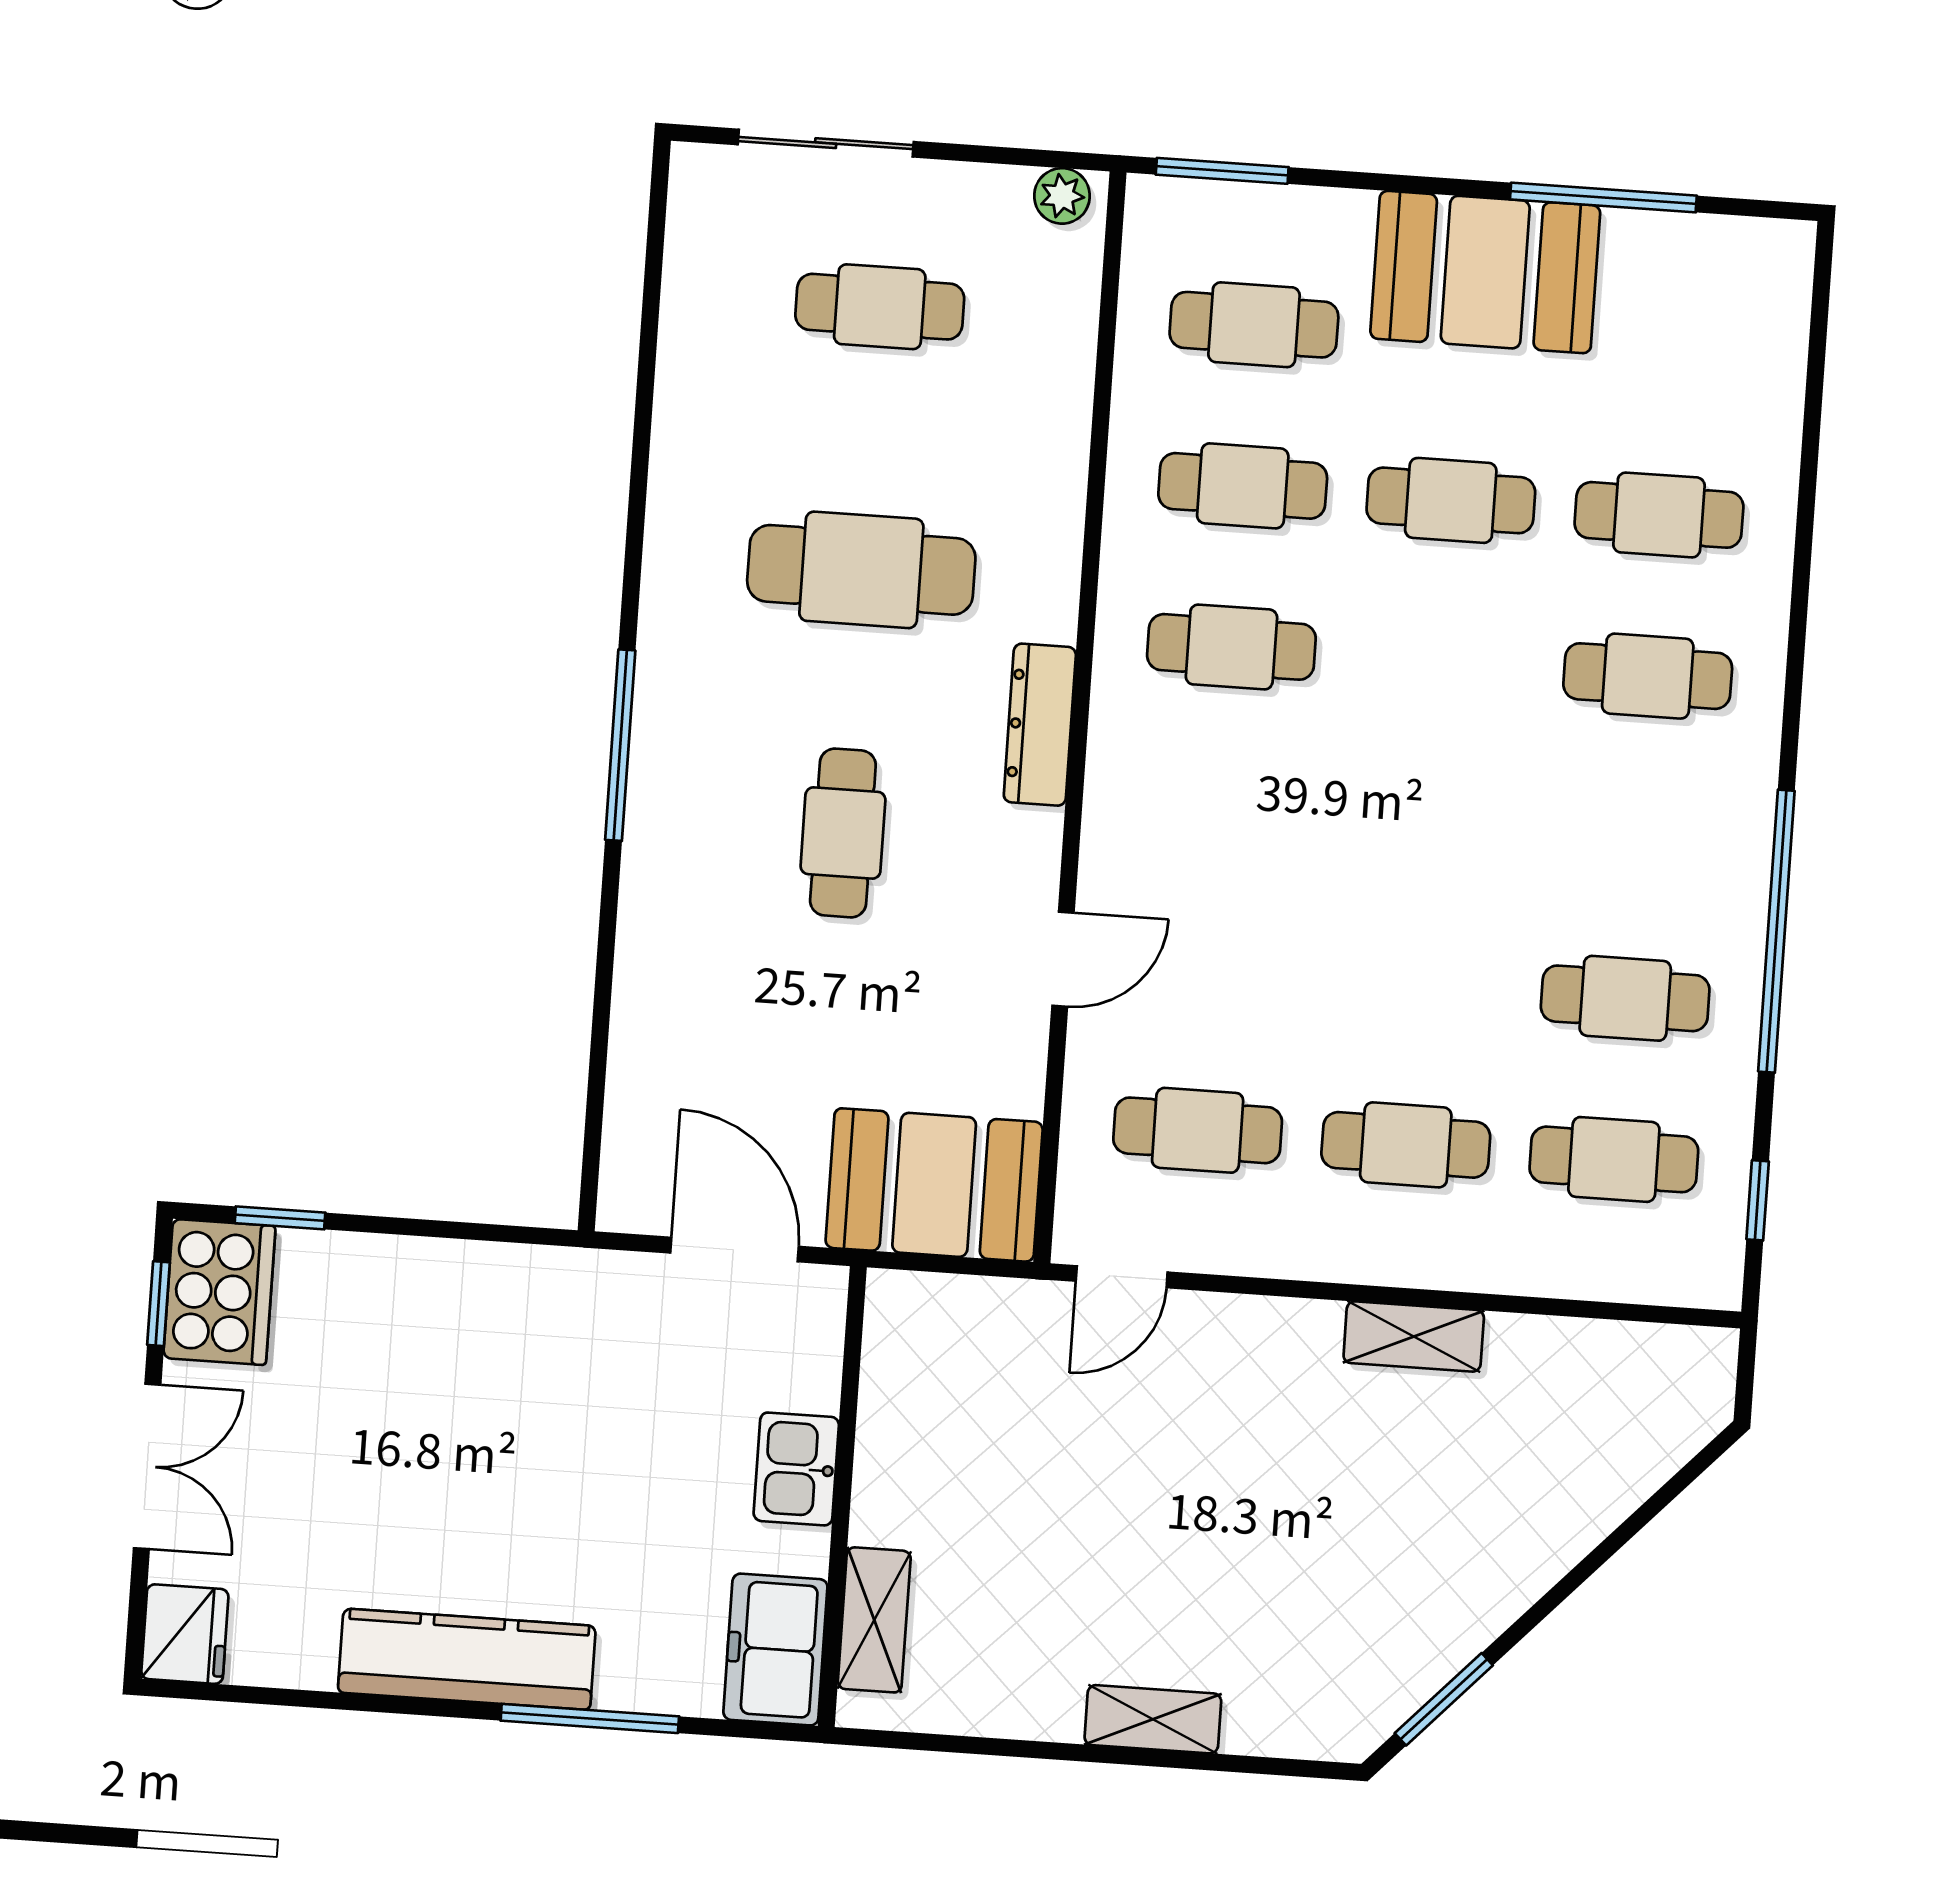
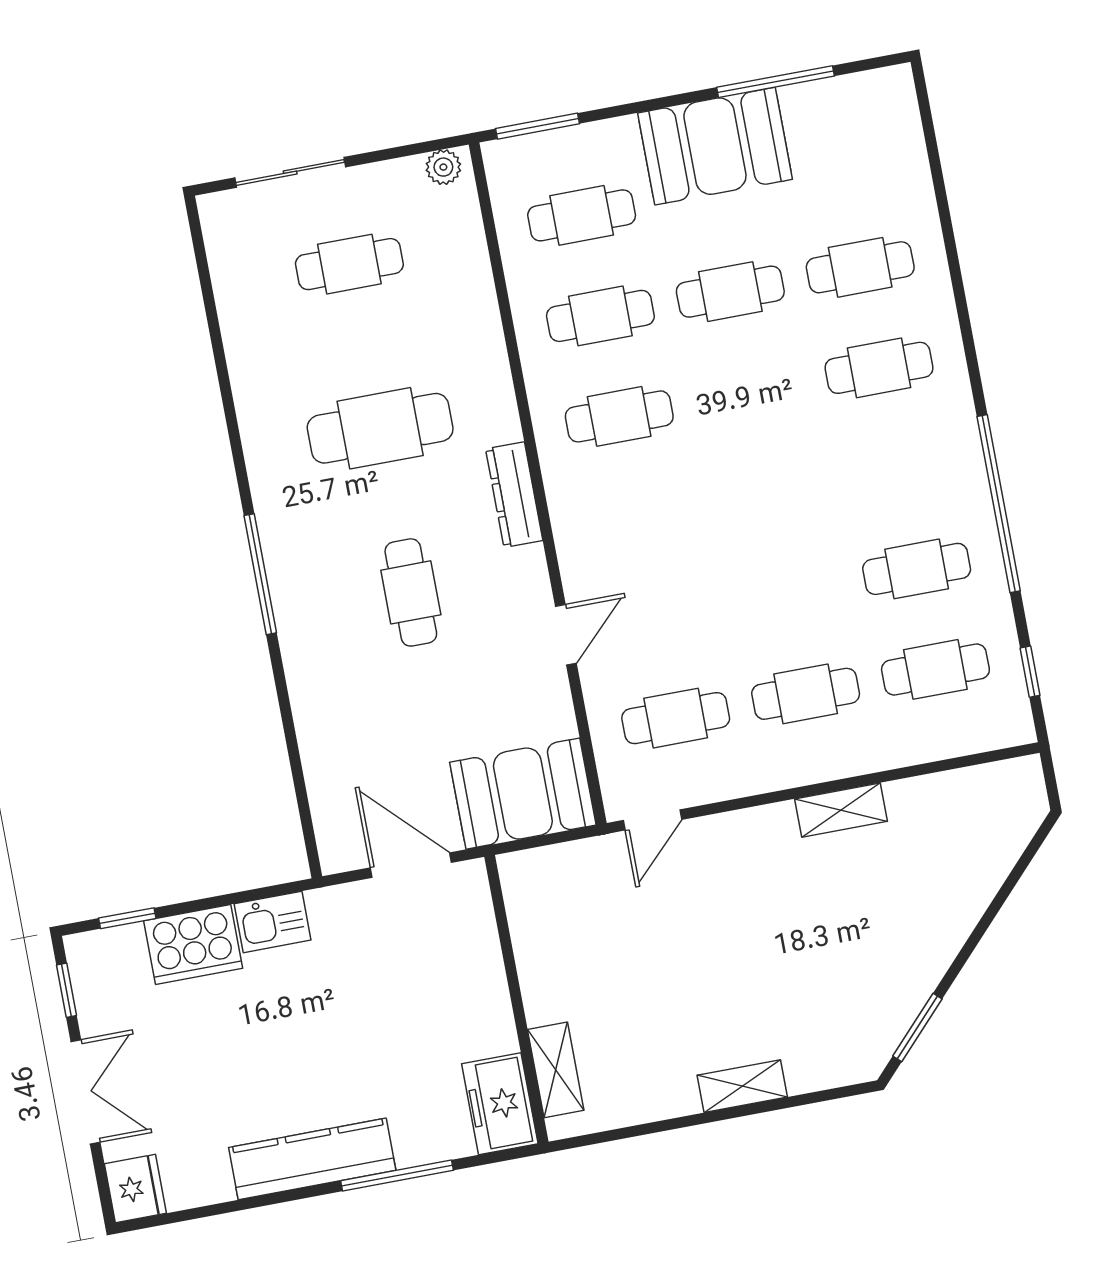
cooker: (219, 1292) -> (193, 945), moved, turned 90
kitchen sink: (796, 1469) -> (273, 922), moved, turned -90

